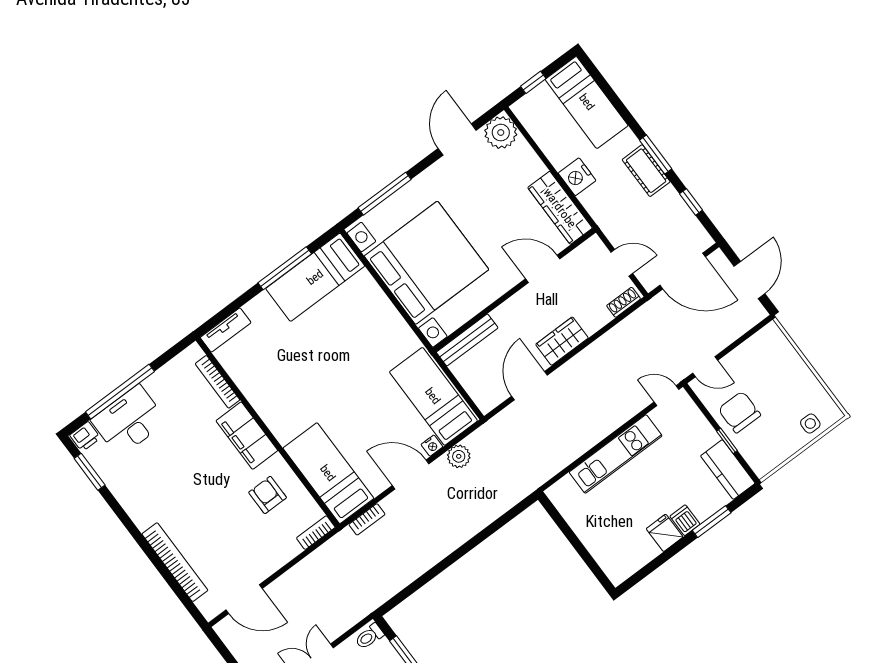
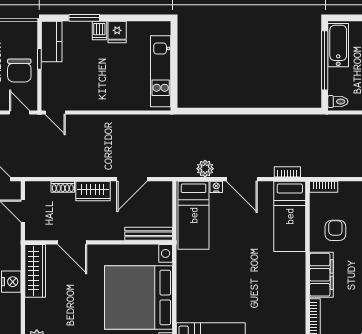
shoe rack: (624, 302) -> (63, 187), moved
kitchen unit: (616, 454) -> (161, 71), moved, turned -90
armchair: (268, 495) -> (335, 230), turned 180

